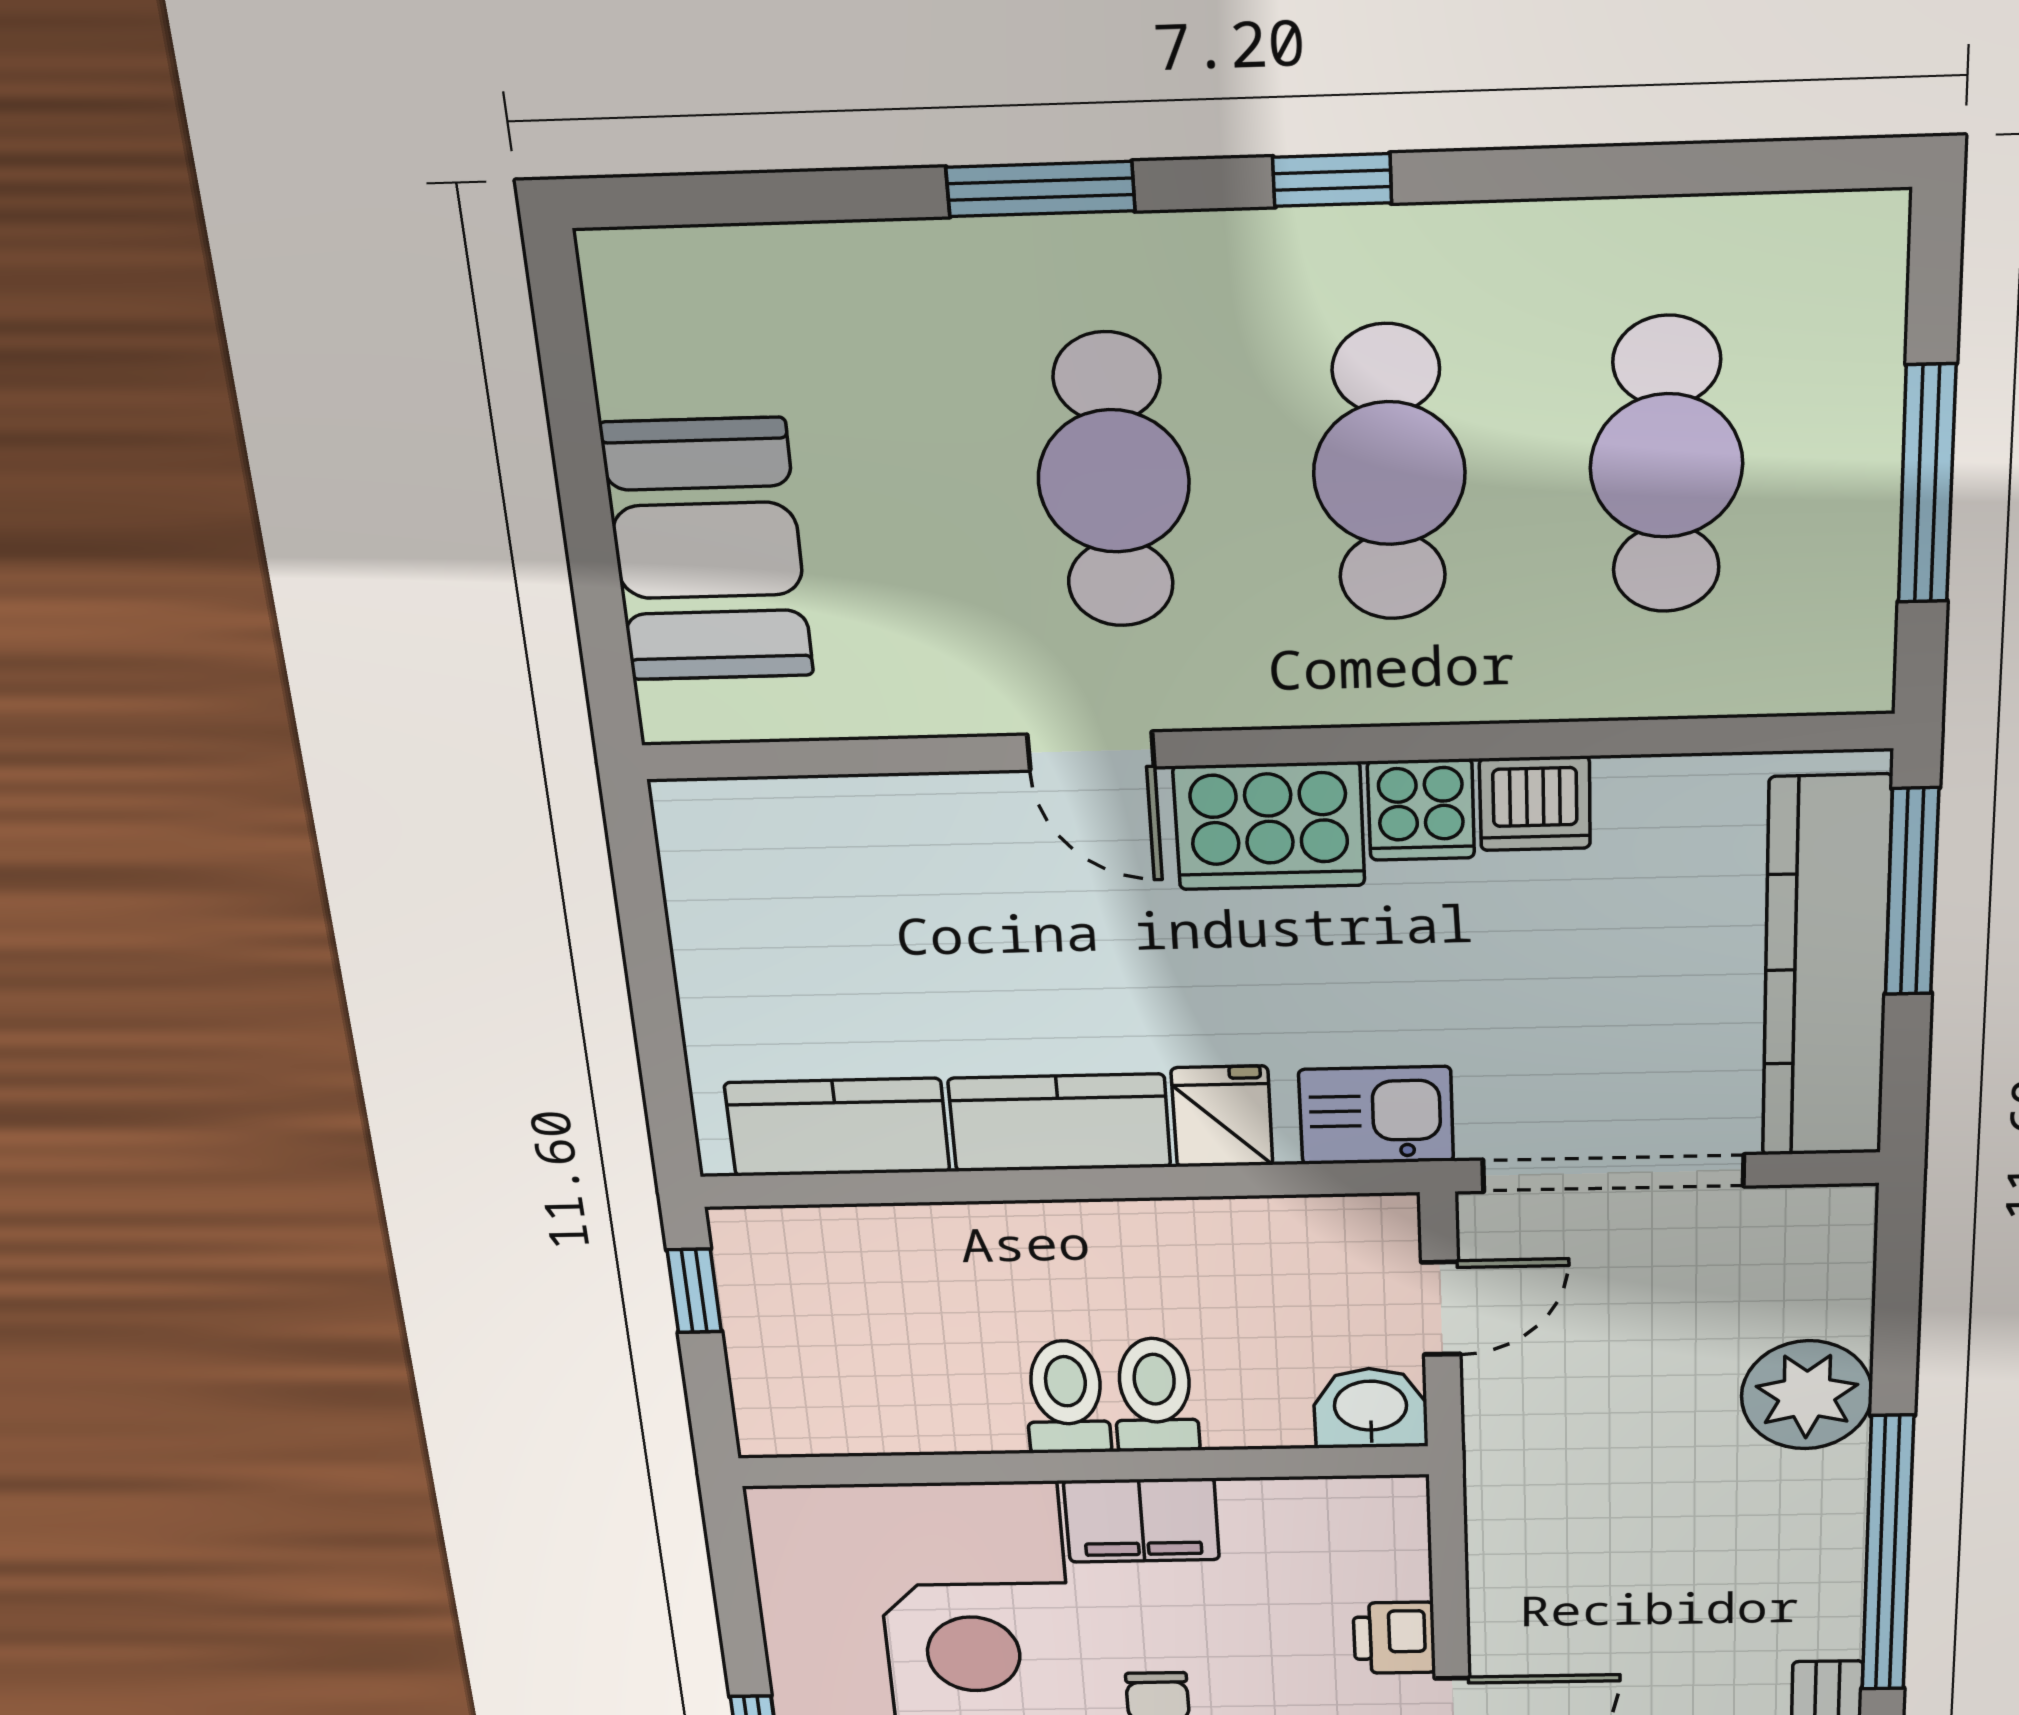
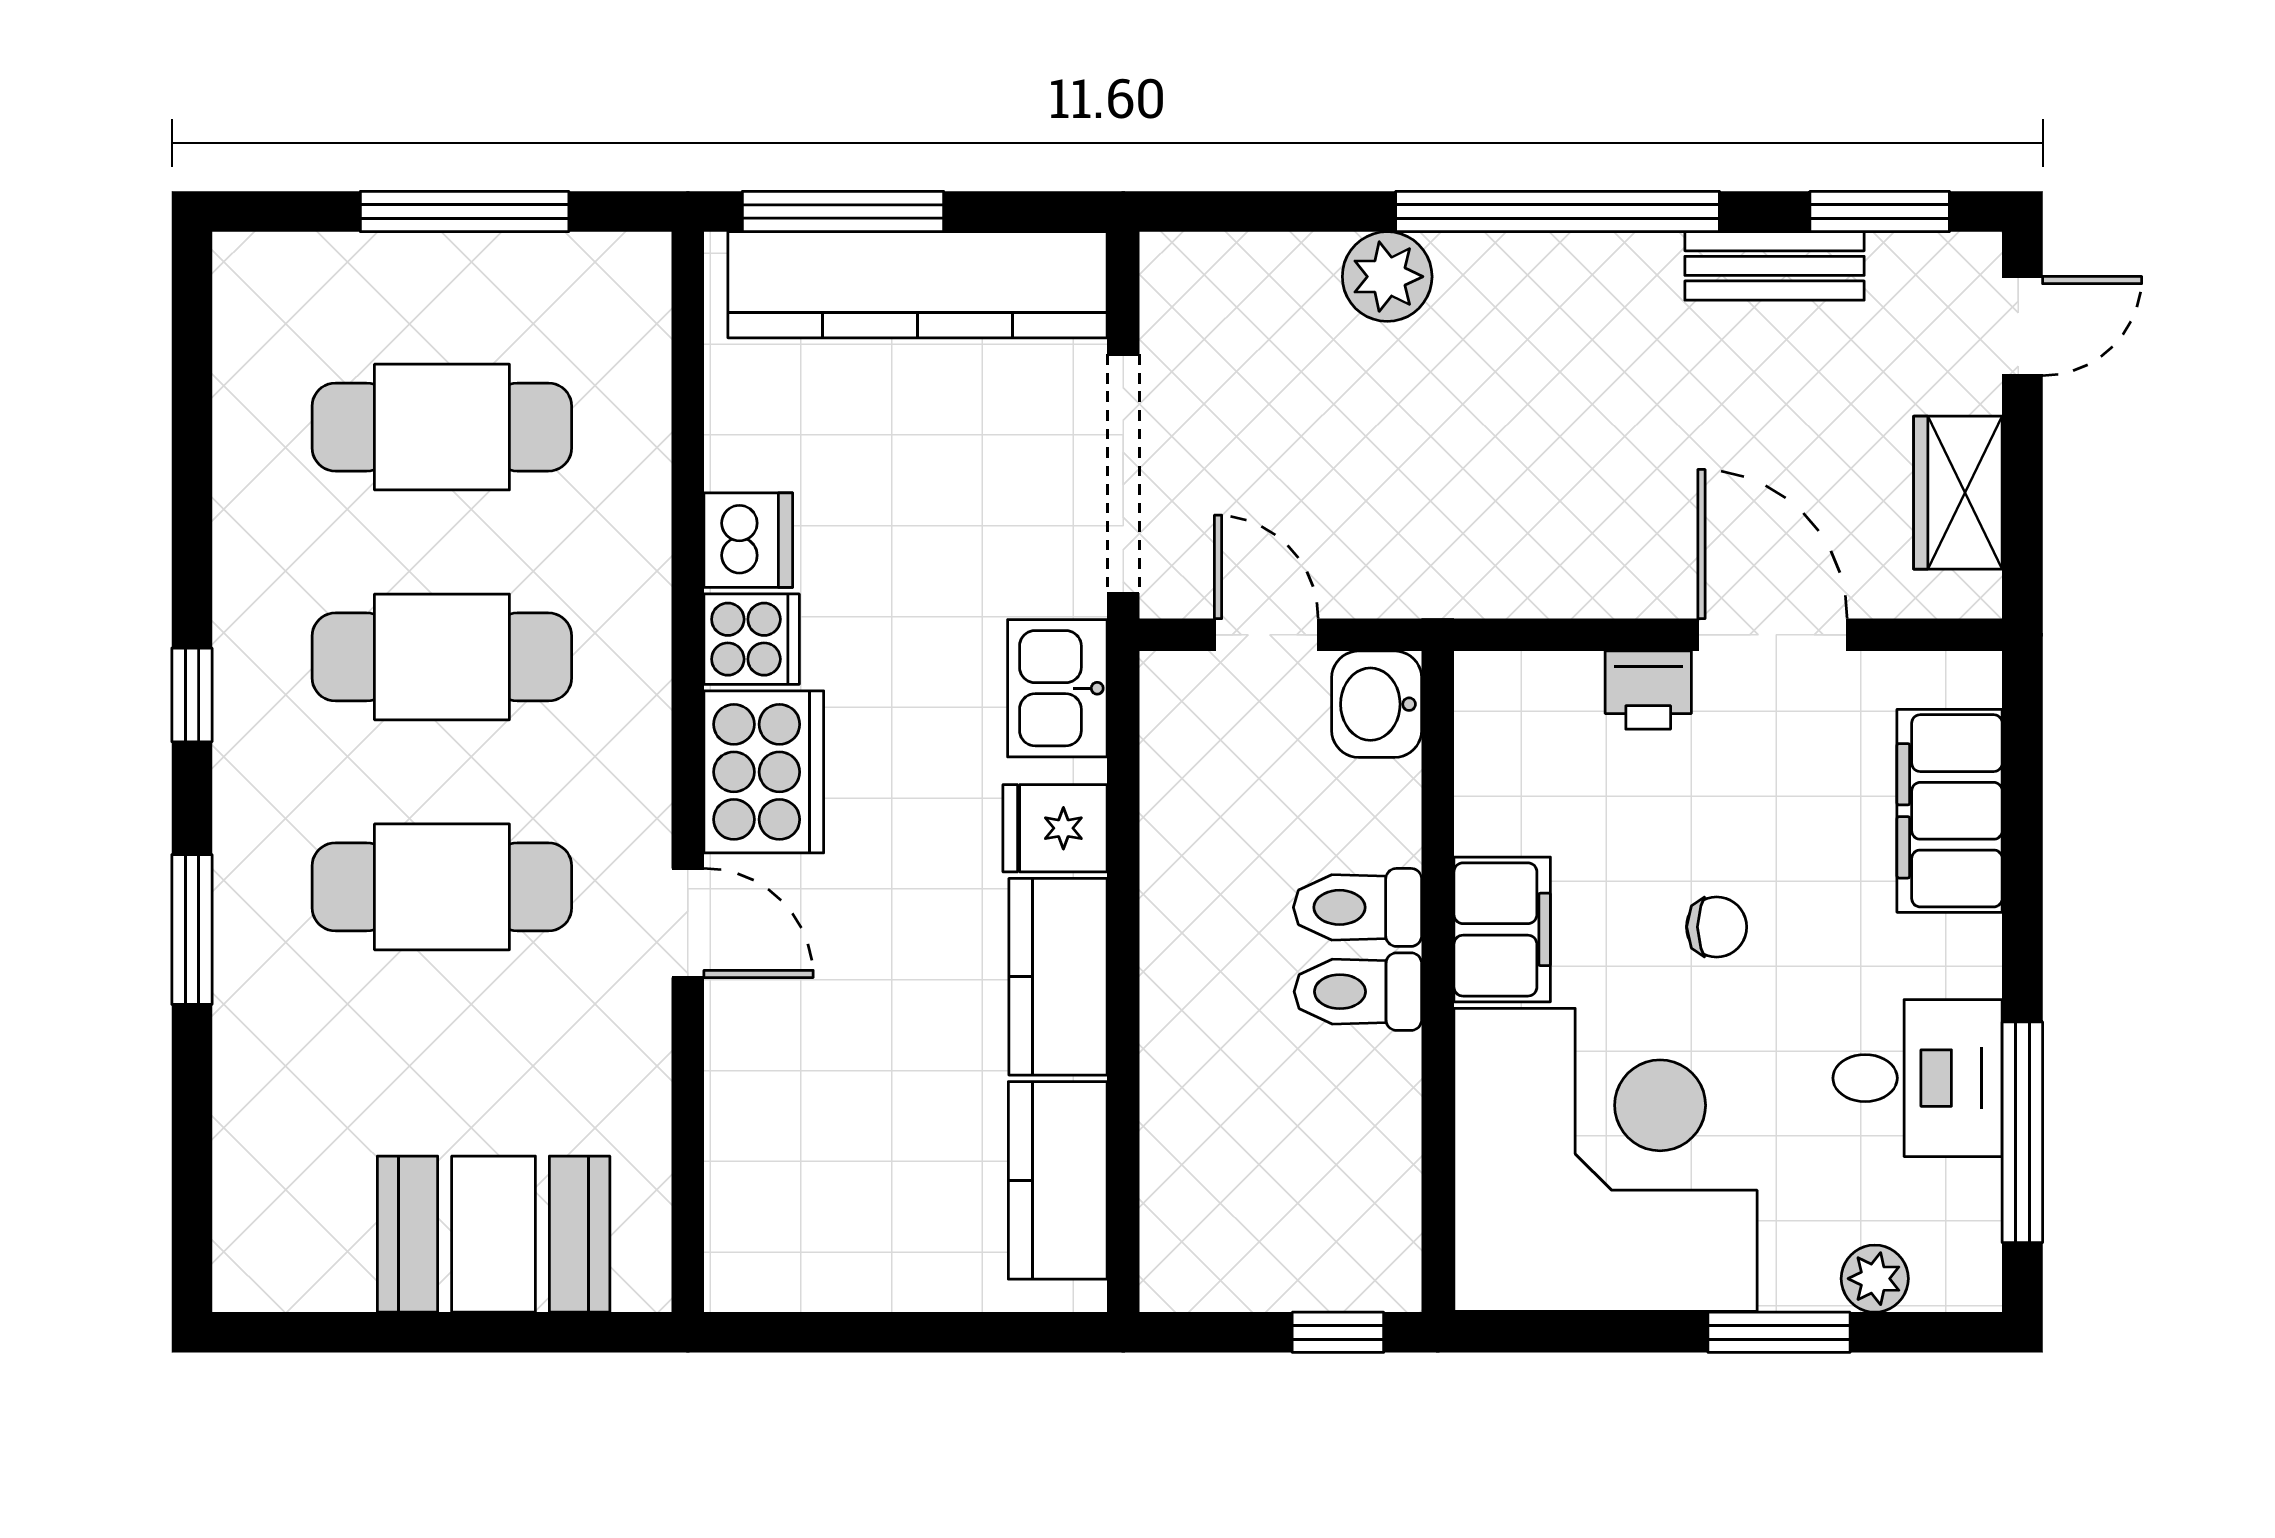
door: (1091, 751) -> (688, 923), hinge flipped
window: (694, 1291) -> (1338, 1332), moved
plant: (1807, 1395) -> (1387, 277), width x0.73, depth x0.73

